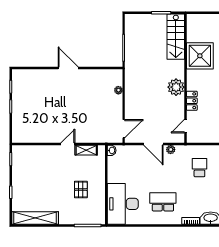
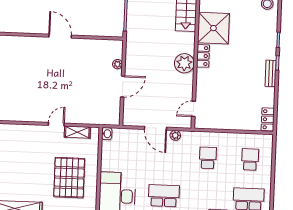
locker: (192, 101) -> (203, 56), moved
door: (124, 129) -> (123, 86), moved
pallet: (81, 190) -> (69, 178), width x2.05, depth x2.00

